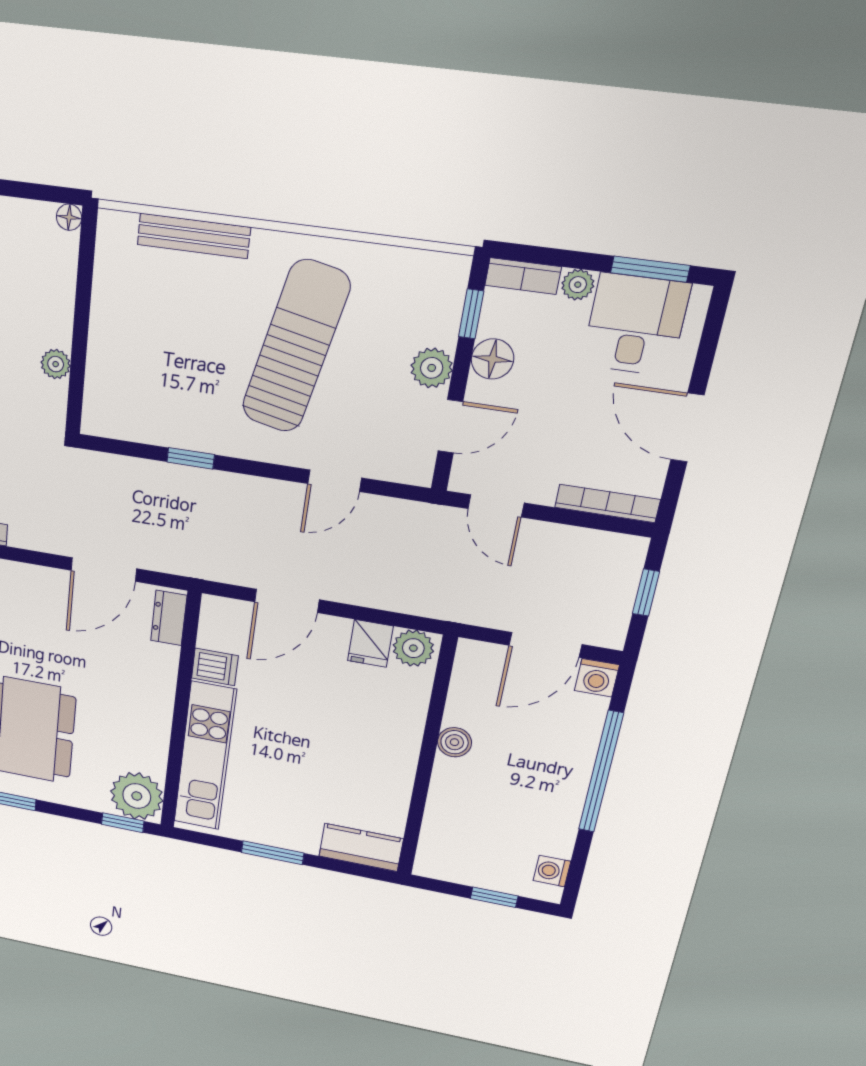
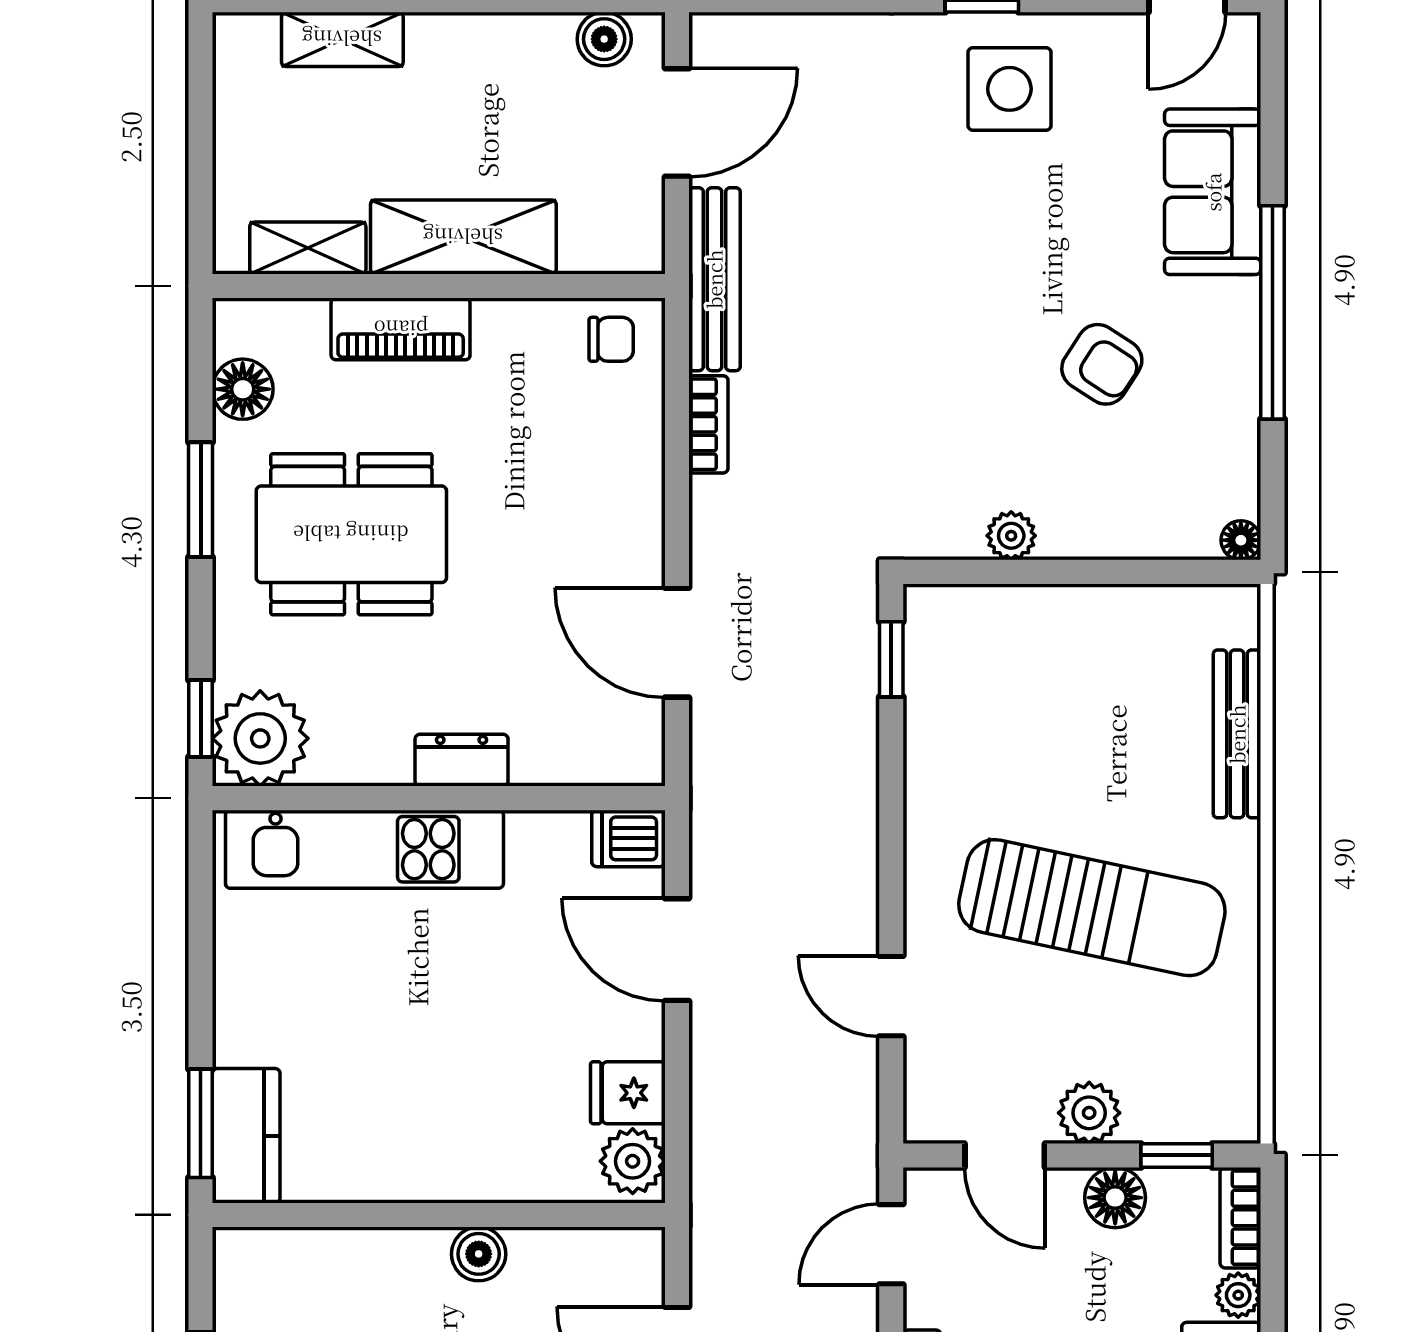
window: (191, 458) -> (891, 659), moved
dresser: (169, 618) -> (462, 760), moved
dishwasher: (215, 667) -> (628, 838), moved, turned 90
window: (273, 853) -> (201, 1123), moved

